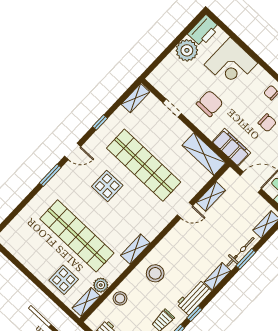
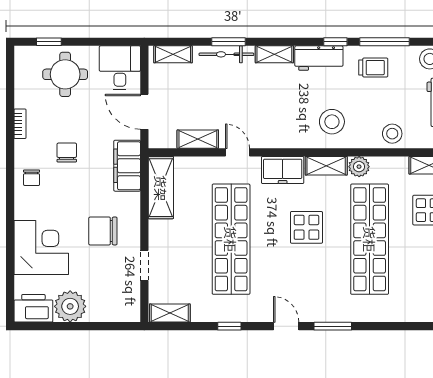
display table: (107, 186) -> (306, 227), moved
freezer: (154, 225) -> (283, 170), added
plant: (101, 285) -> (359, 167), moved

